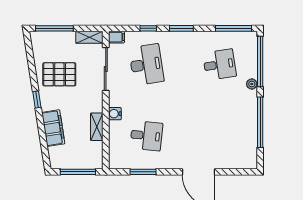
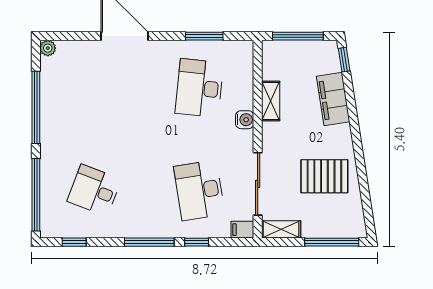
window: (181, 28) -> (149, 242), width x1.44
window: (234, 28) -> (74, 242), width x0.46
desk: (220, 65) -> (94, 190), turned 30
plant: (252, 84) -> (48, 48), moved
window: (37, 99) -> (344, 60), moved
desk: (146, 136) -> (199, 88), width x1.37

